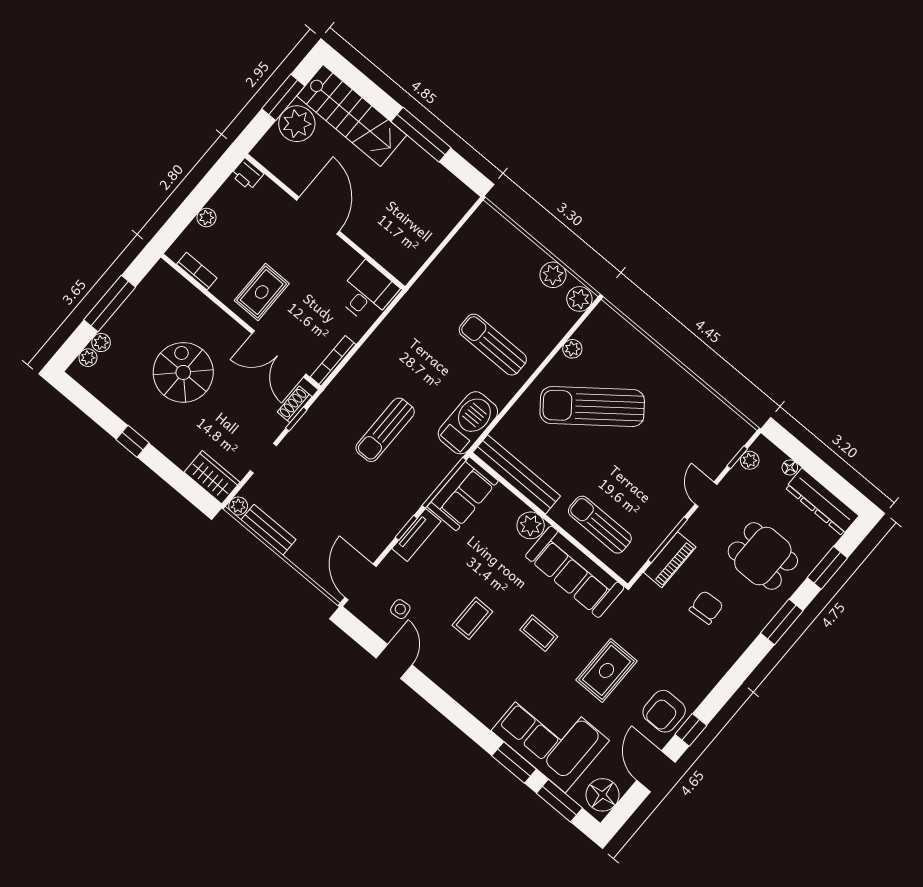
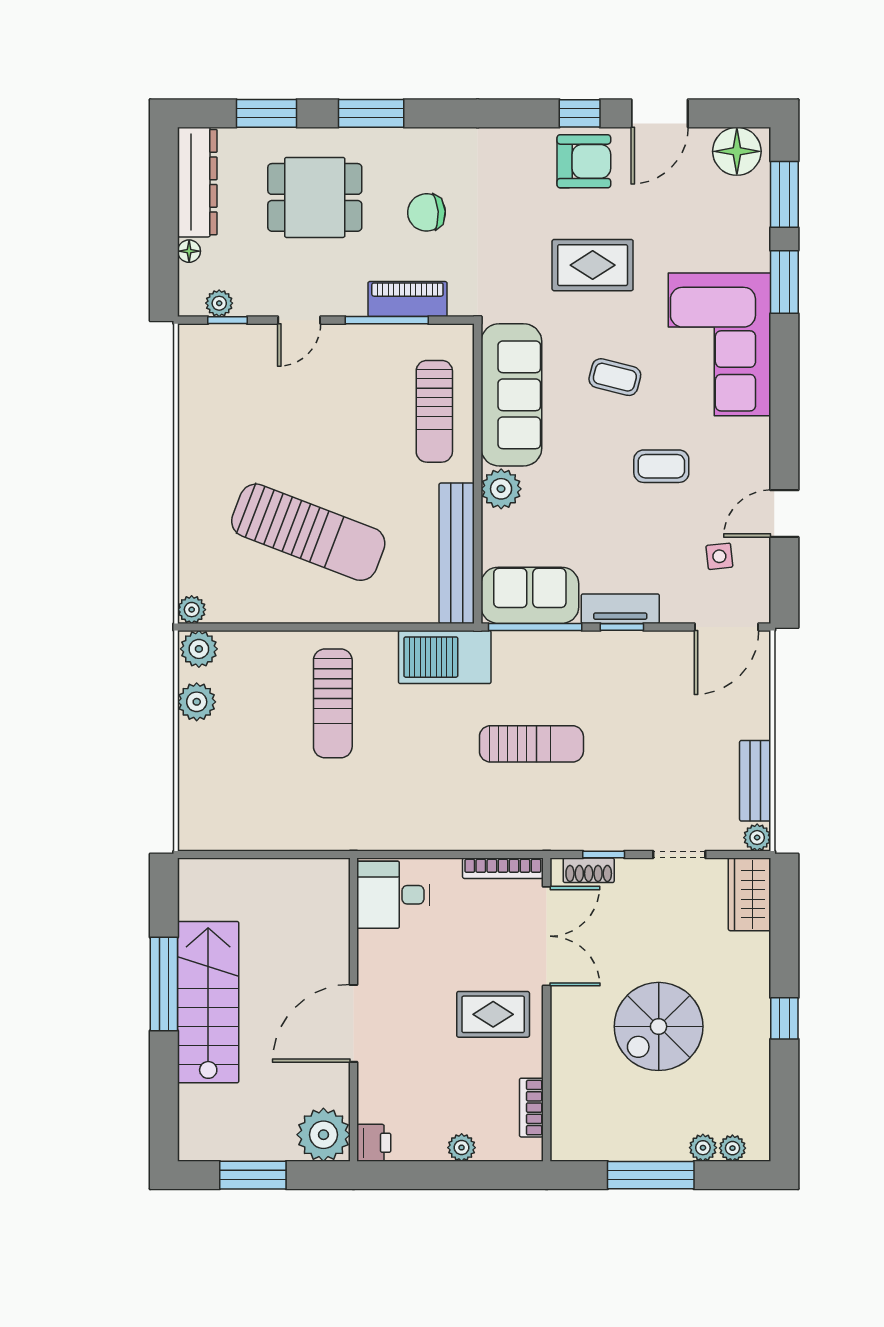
stairs: (352, 115) -> (208, 1002), moved
plant: (297, 124) -> (323, 1135), moved
plant: (572, 349) -> (192, 610), moved
sun lounger: (592, 407) -> (308, 532), turned -31
dining table: (763, 556) -> (315, 197), turned 90
coffee table: (539, 633) -> (615, 377), turned -76
corner sofa: (550, 736) -> (720, 344), moved

